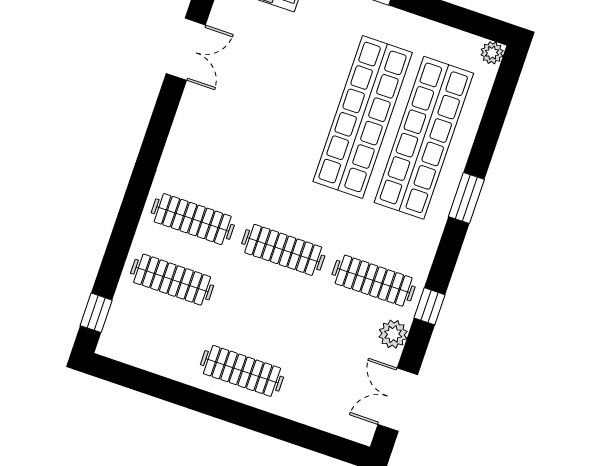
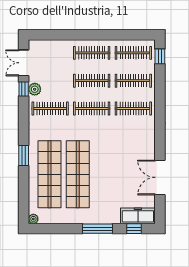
double door: (186, 49) -> (160, 177), width x1.37
window: (430, 306) -> (24, 89), moved
clothes rail: (263, 310) -> (92, 81), added
clothes rail: (151, 340) -> (133, 53), added
double door: (398, 400) -> (24, 63), swing flipped

